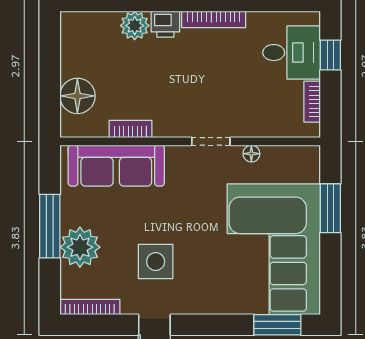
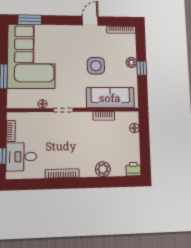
printer: (165, 24) -> (133, 169), moved
floor lamp: (77, 96) -> (134, 128), width x0.53, depth x0.53
window: (50, 226) -> (142, 68), width x0.46
plant: (80, 247) -> (131, 62), width x0.53, depth x0.53
side table: (156, 262) -> (96, 66), moved

